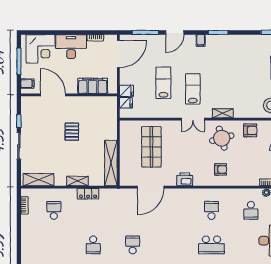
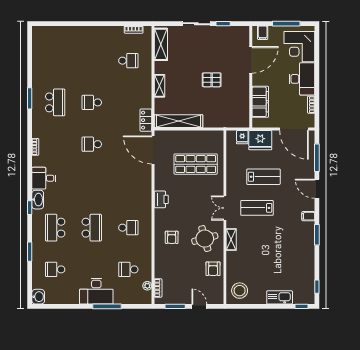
lab bench: (193, 89) -> (257, 208), turned 180
fridge: (127, 91) -> (260, 140), width x1.88, depth x1.34
door: (151, 187) -> (153, 150), moved
locker: (88, 194) -> (146, 120), moved
school desk: (133, 245) -> (92, 144), turned 180
school desk: (211, 245) -> (92, 228), turned 180

